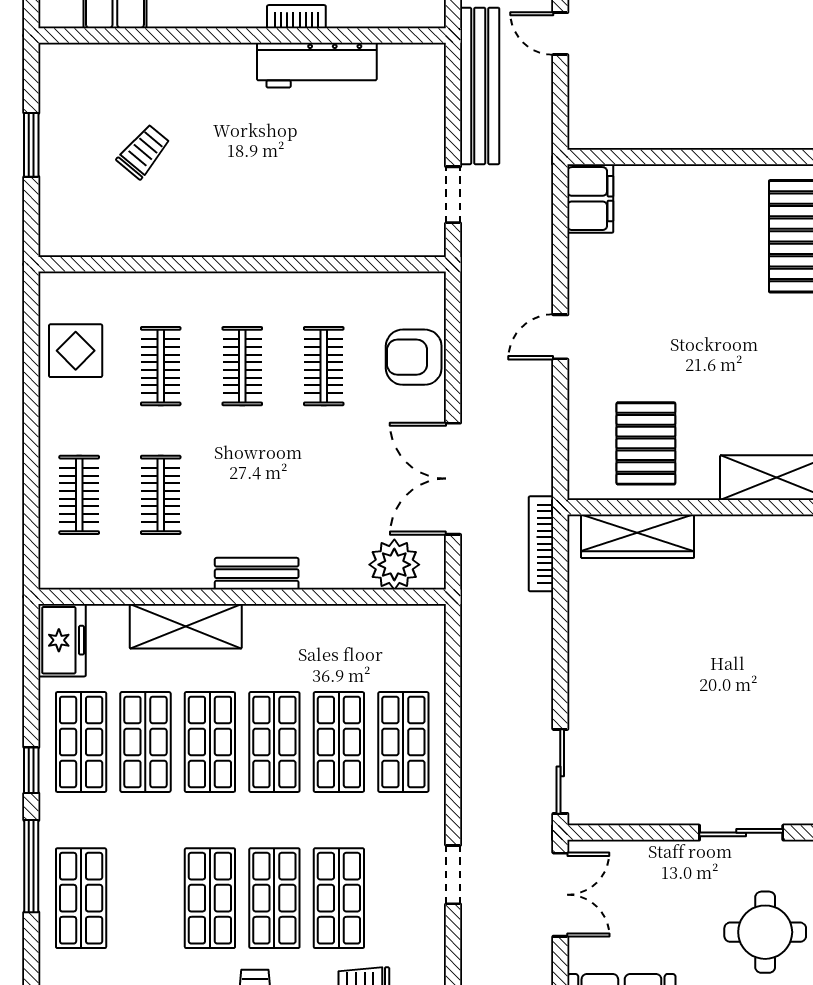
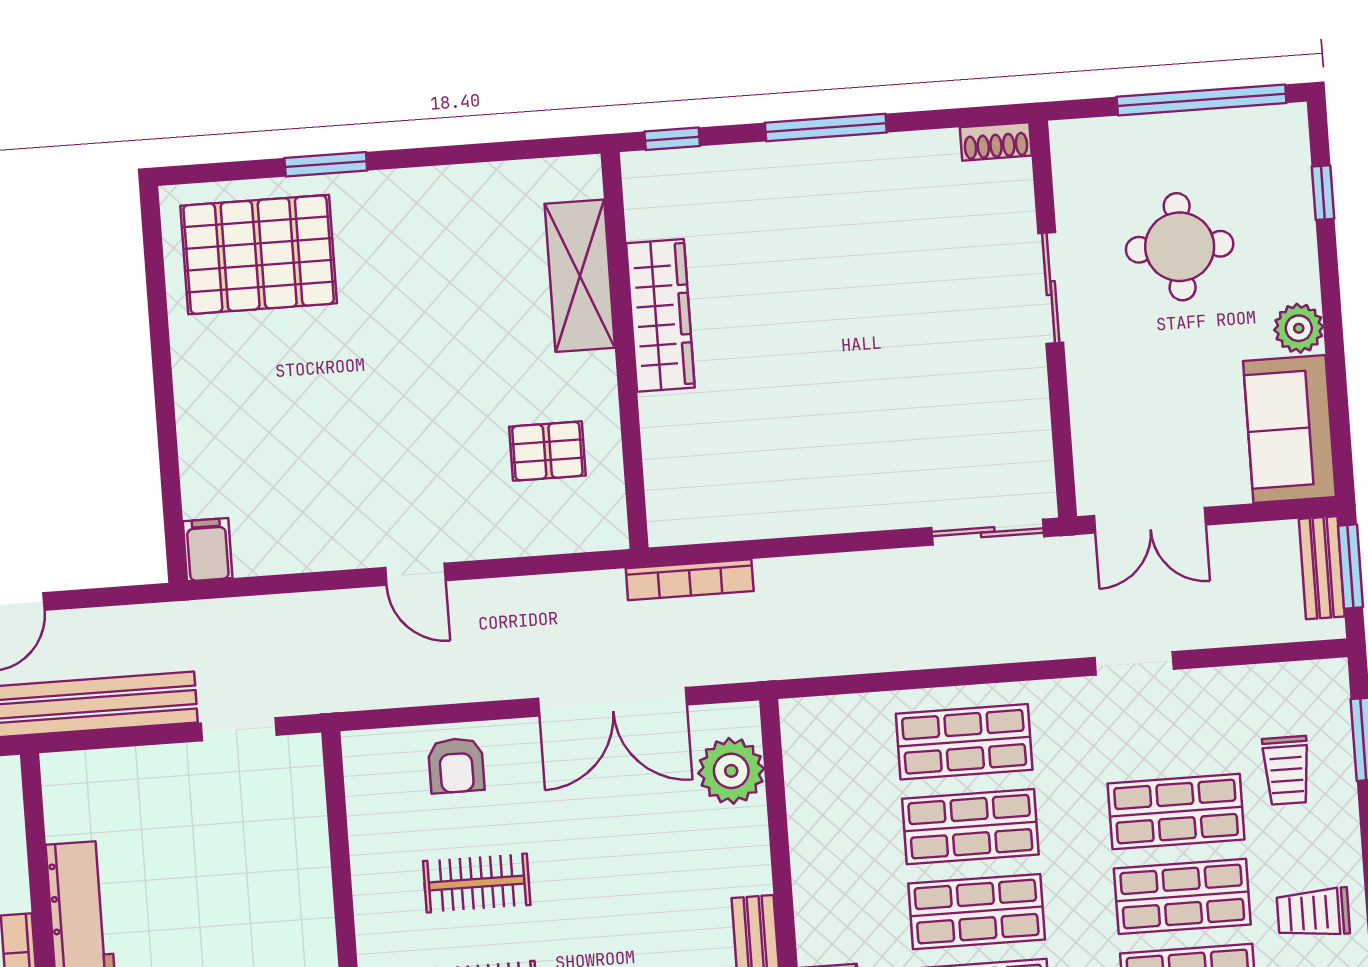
filing cabinet: (590, 199) -> (208, 550), width x0.50
armchair: (414, 357) -> (456, 765), width x0.72, depth x0.72
pallet: (646, 443) -> (547, 451), width x0.67, depth x0.71
wardrobe: (638, 536) -> (660, 315), moved
double door: (560, 895) -> (1150, 520), swing flipped

